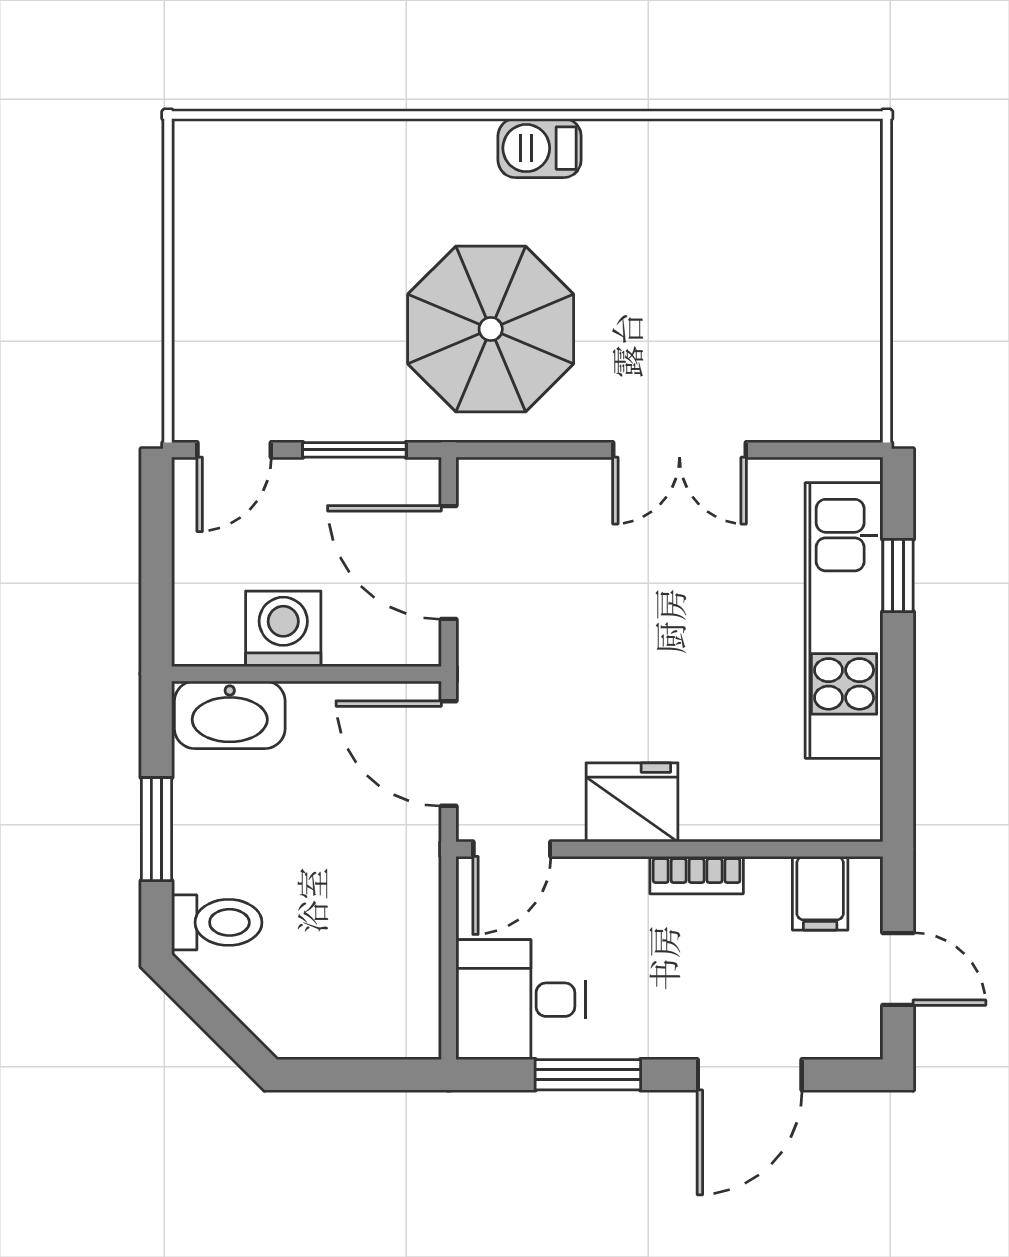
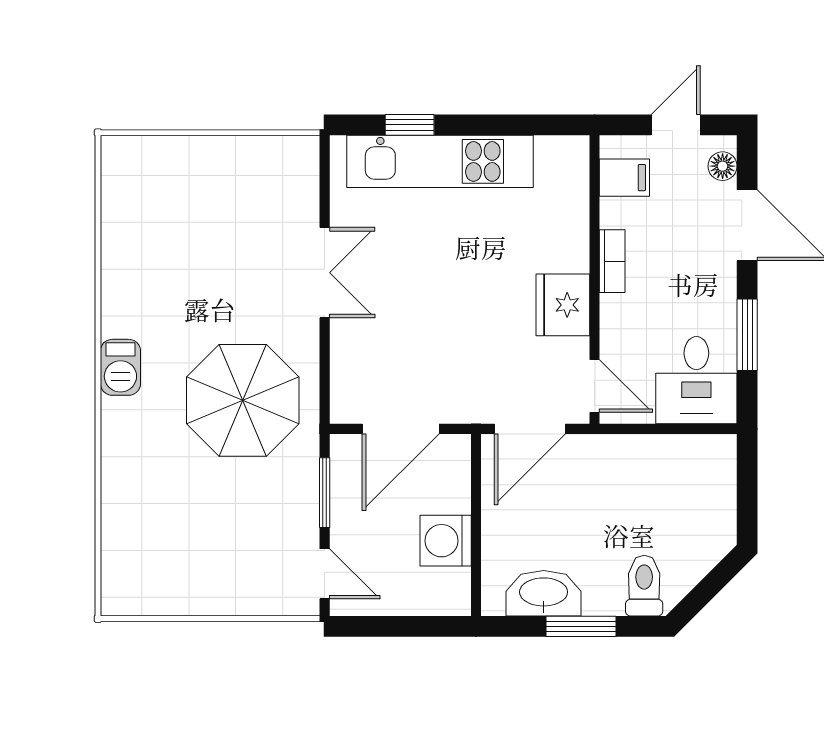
washbasin: (230, 715) -> (544, 593), moved, turned -90
floor lamp: (837, 1038) -> (723, 166), added

